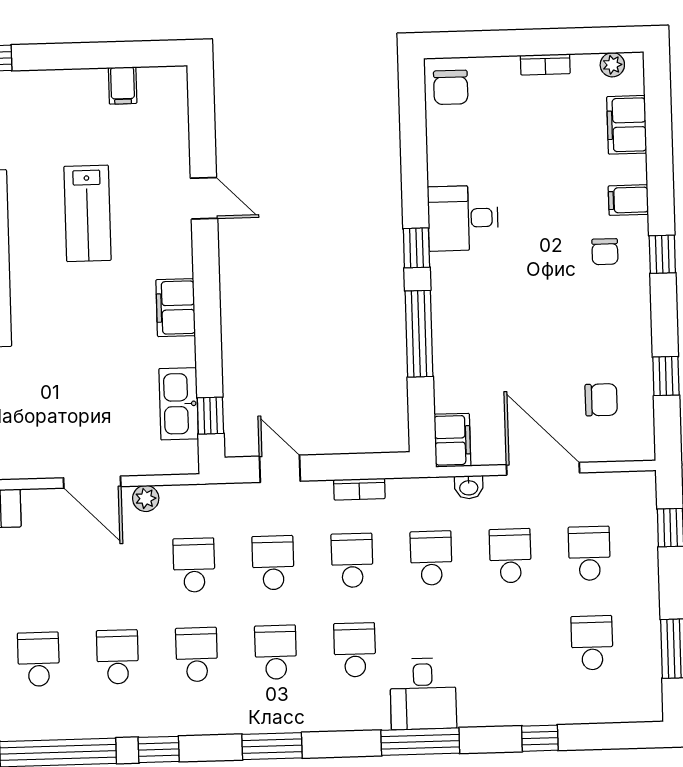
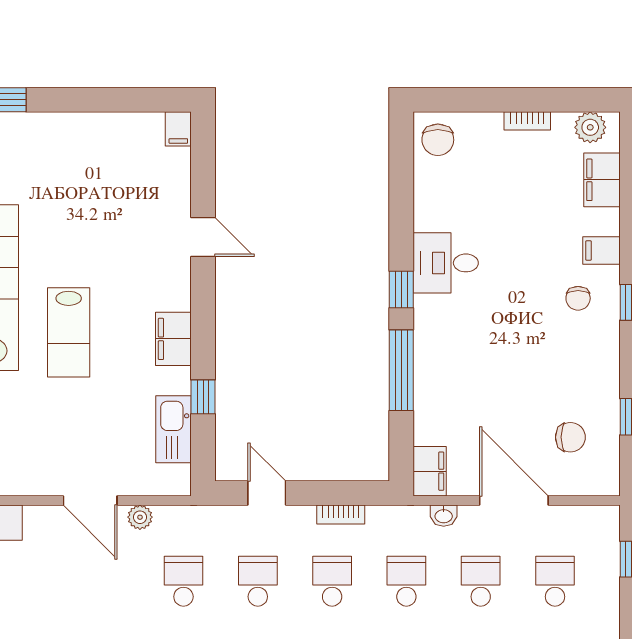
plant: (612, 65) -> (590, 127), width x1.38, depth x1.38
filing cabinet: (123, 85) -> (178, 129), moved
lab bench: (87, 213) -> (69, 332), moved
window: (210, 416) -> (203, 397), moved

